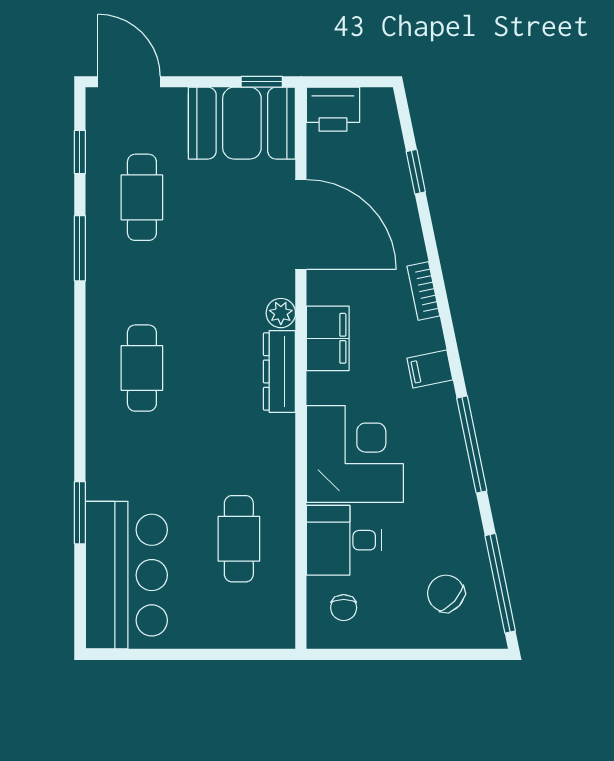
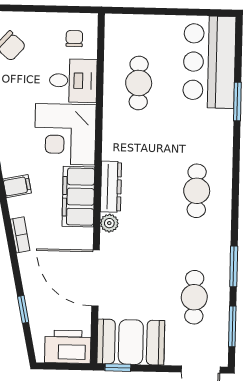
printer: (333, 109) -> (68, 347), width x1.37, depth x1.19
window: (80, 152) -> (232, 326), width x1.50
filing cabinet: (328, 338) -> (78, 197), width x1.50, depth x1.17

